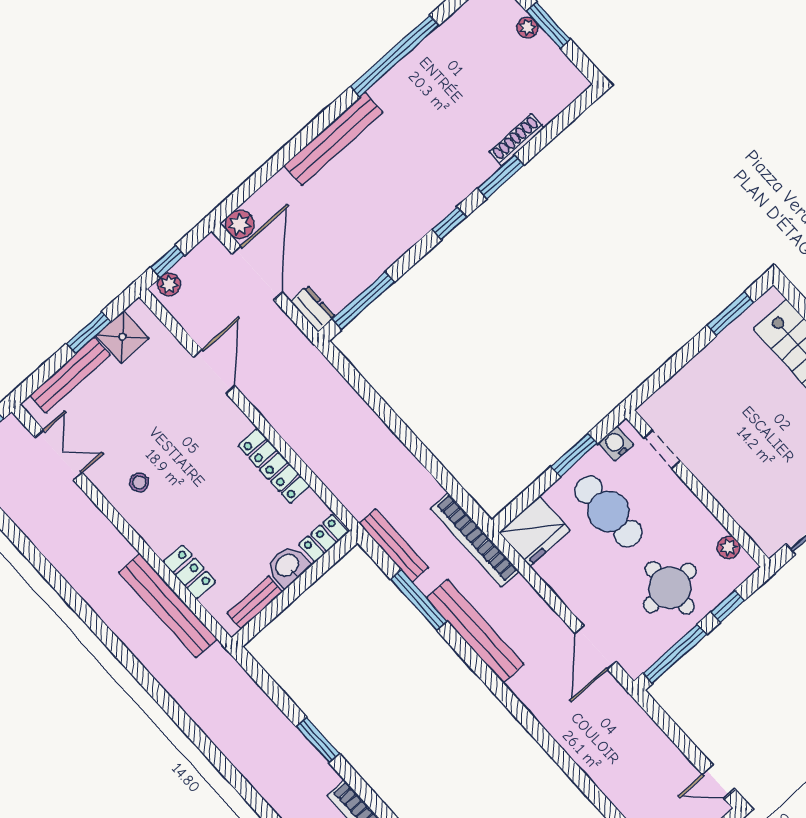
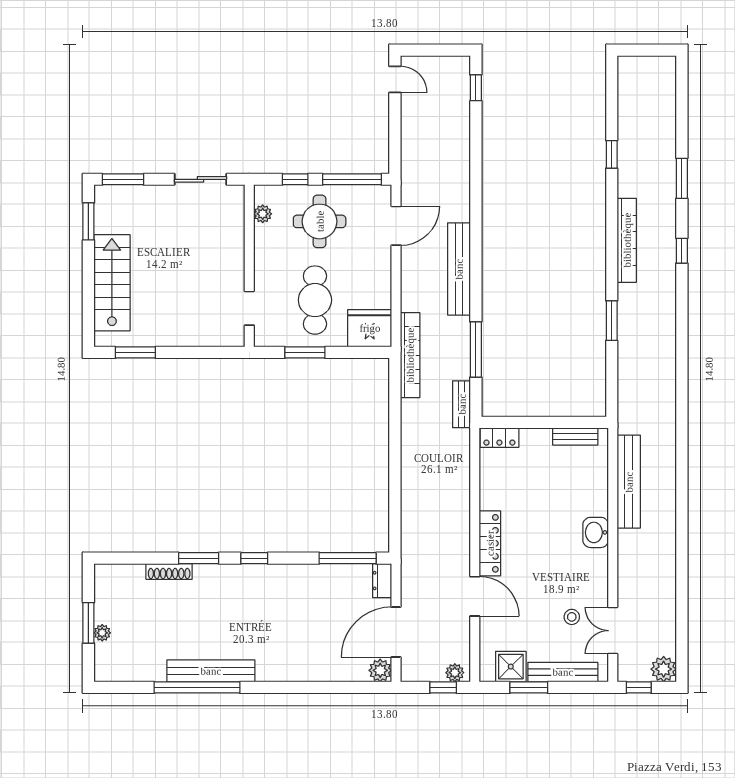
bench: (333, 139) -> (211, 671), moved
door: (214, 372) -> (475, 596), swing flipped
water cooler: (616, 444) -> (274, 337), removed
locker: (274, 466) -> (490, 543), moved
stool: (139, 482) -> (572, 617), moved
bench: (394, 545) -> (462, 404), width x0.73
washbasin: (288, 566) -> (596, 532), moved, turned 90
locker: (189, 572) -> (598, 490), removed
bench: (475, 631) -> (459, 269), moved

